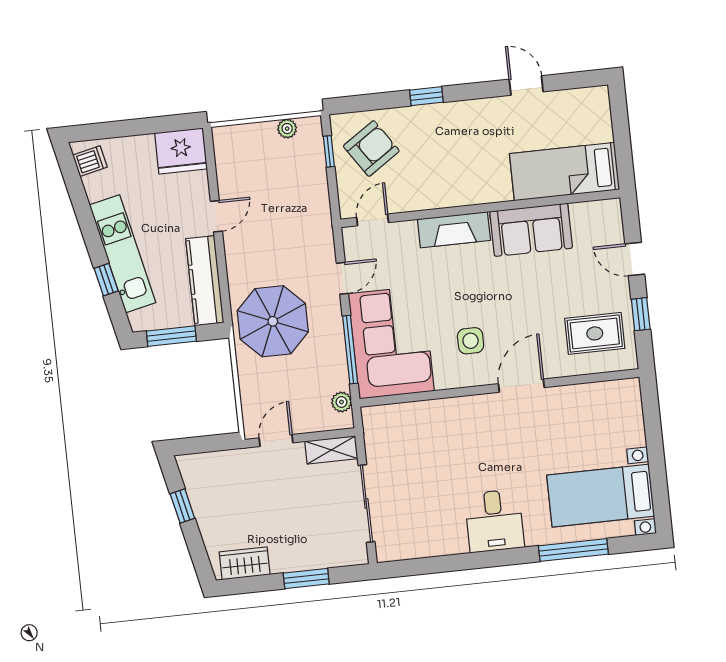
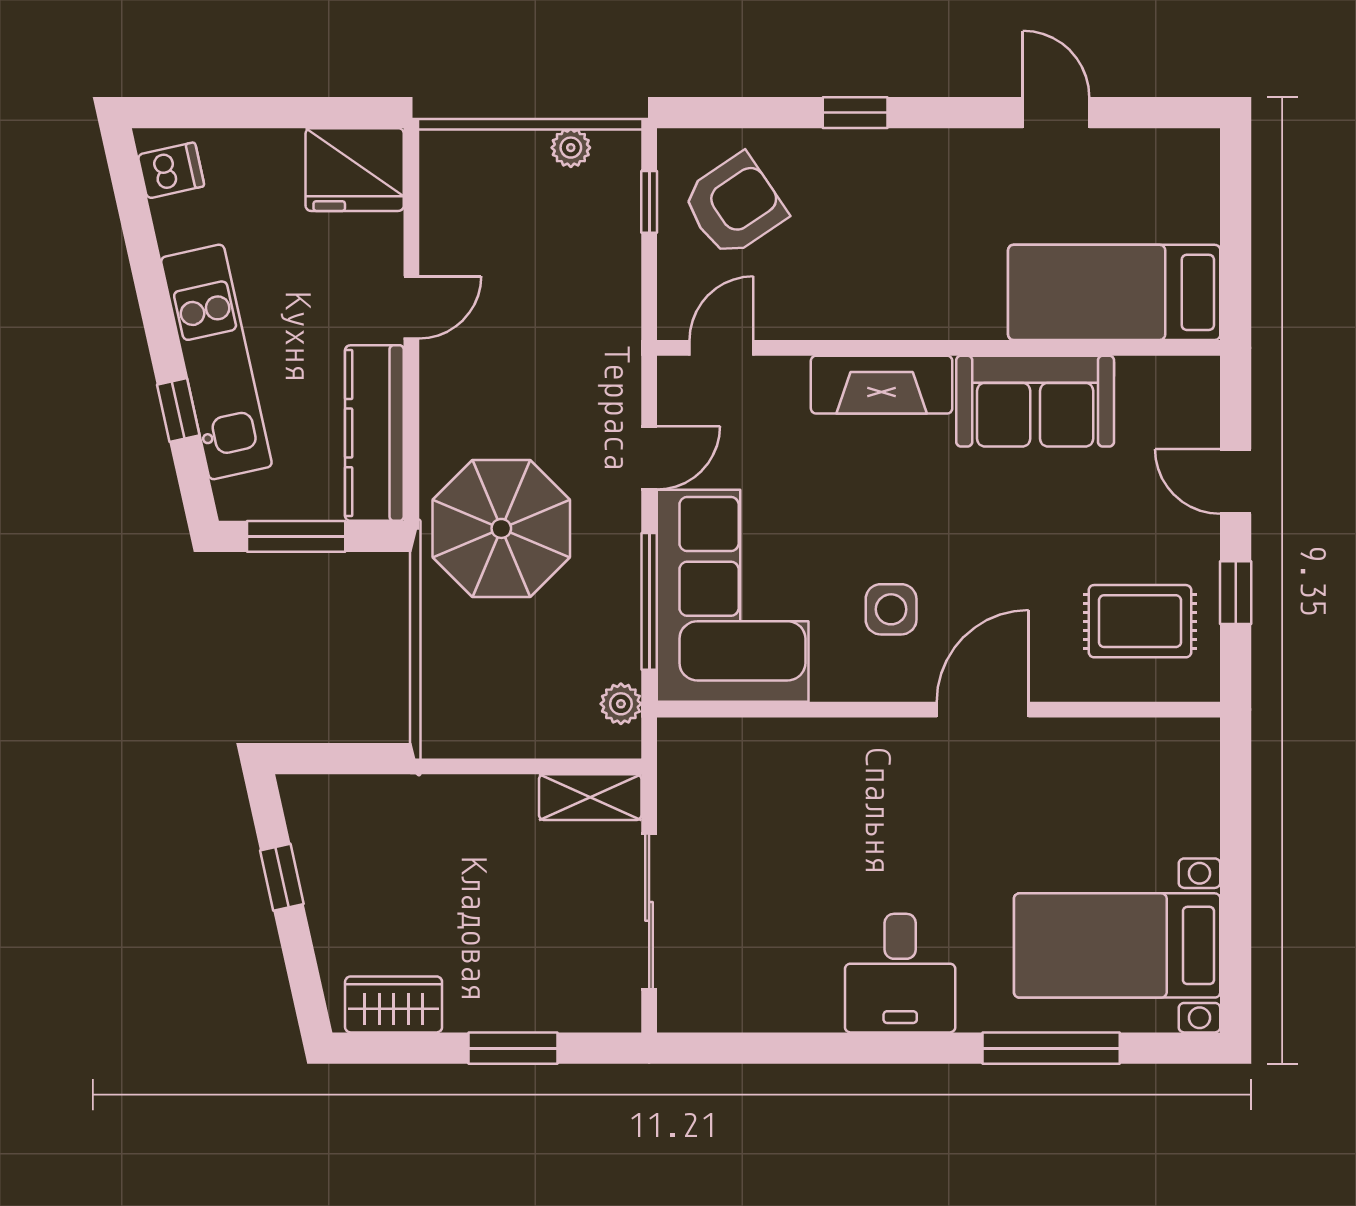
door: (276, 440) -> (482, 766), removed

